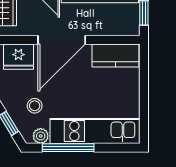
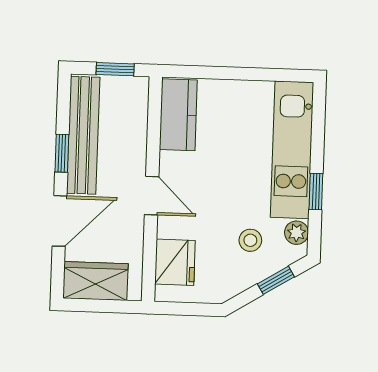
door: (62, 40) -> (152, 196), width x0.53
window: (68, 148) -> (316, 192), width x0.46

